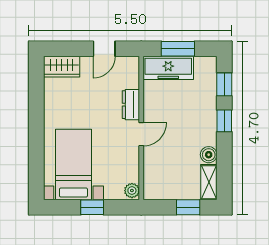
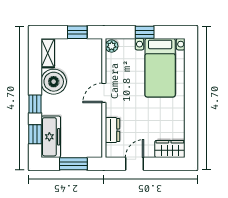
freezer: (168, 68) -> (51, 137), moved, turned 90
dresser: (131, 105) -> (112, 130), moved
boiler: (209, 155) -> (54, 82), width x1.86, depth x1.86
window: (188, 207) -> (77, 32), moved

